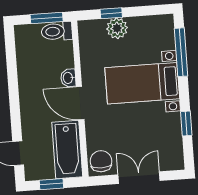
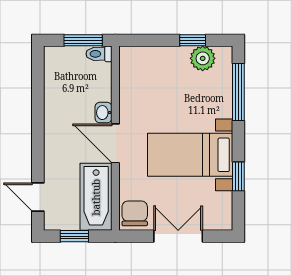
window: (111, 13) -> (193, 40), moved
plant: (117, 28) -> (203, 58), moved
toilet: (57, 31) -> (99, 54), width x0.73, depth x0.72
bed with nightstands: (142, 83) -> (190, 155), moved

